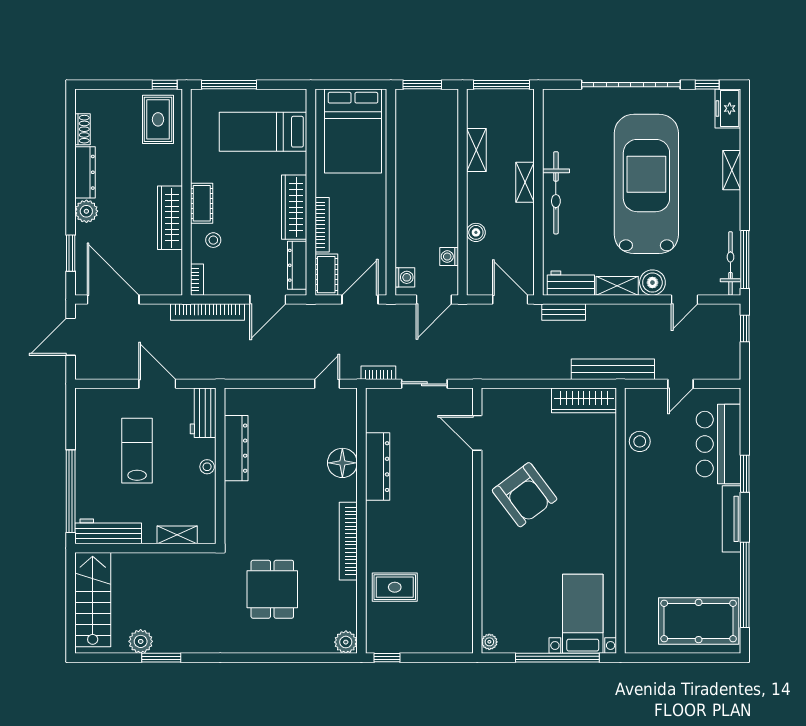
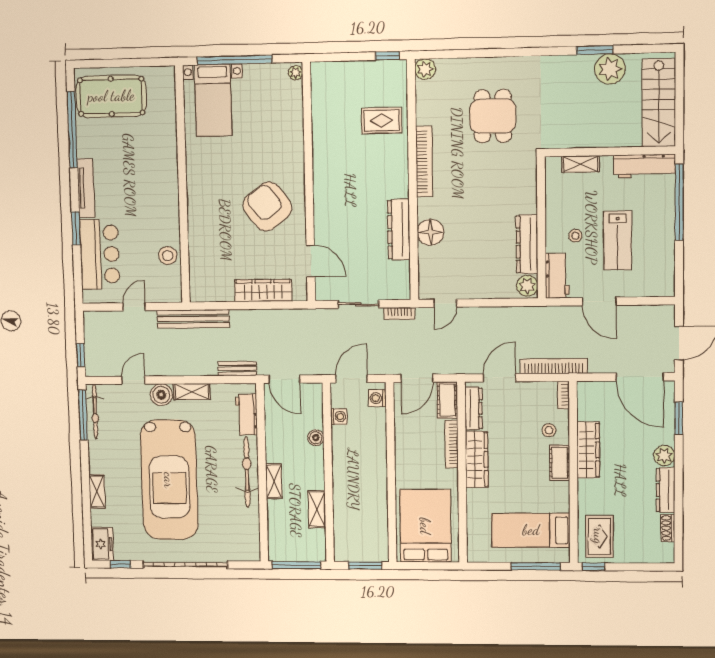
bed: (263, 132) -> (531, 530), moved, turned 180
workbench: (571, 283) -> (246, 414), moved, turned 90
wardrobe: (584, 400) -> (263, 290), moved
plant: (236, 402) -> (527, 286), added
stool: (207, 467) -> (575, 236), moved
plant: (141, 641) -> (610, 69), width x1.36, depth x1.36

